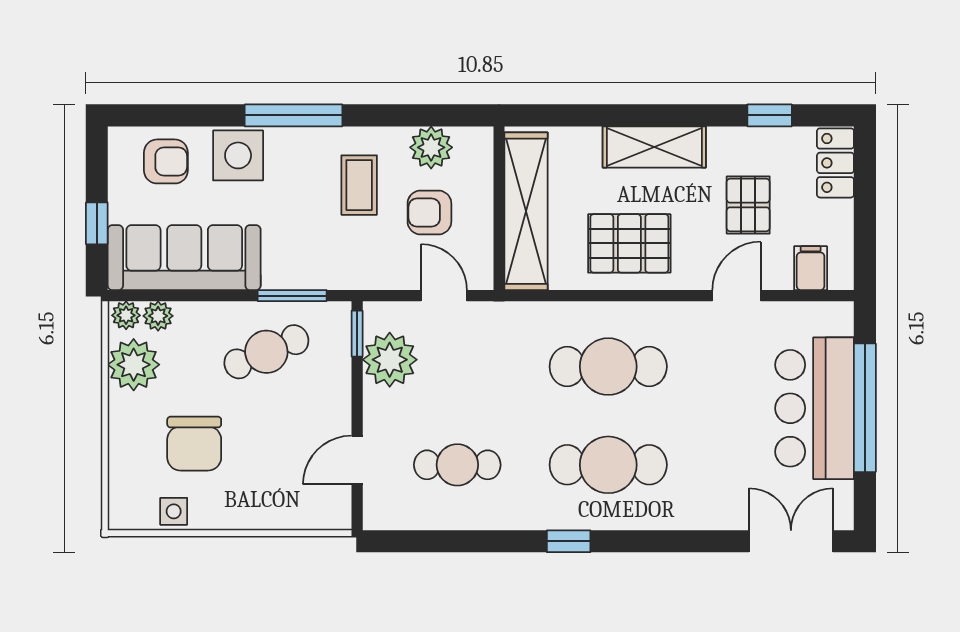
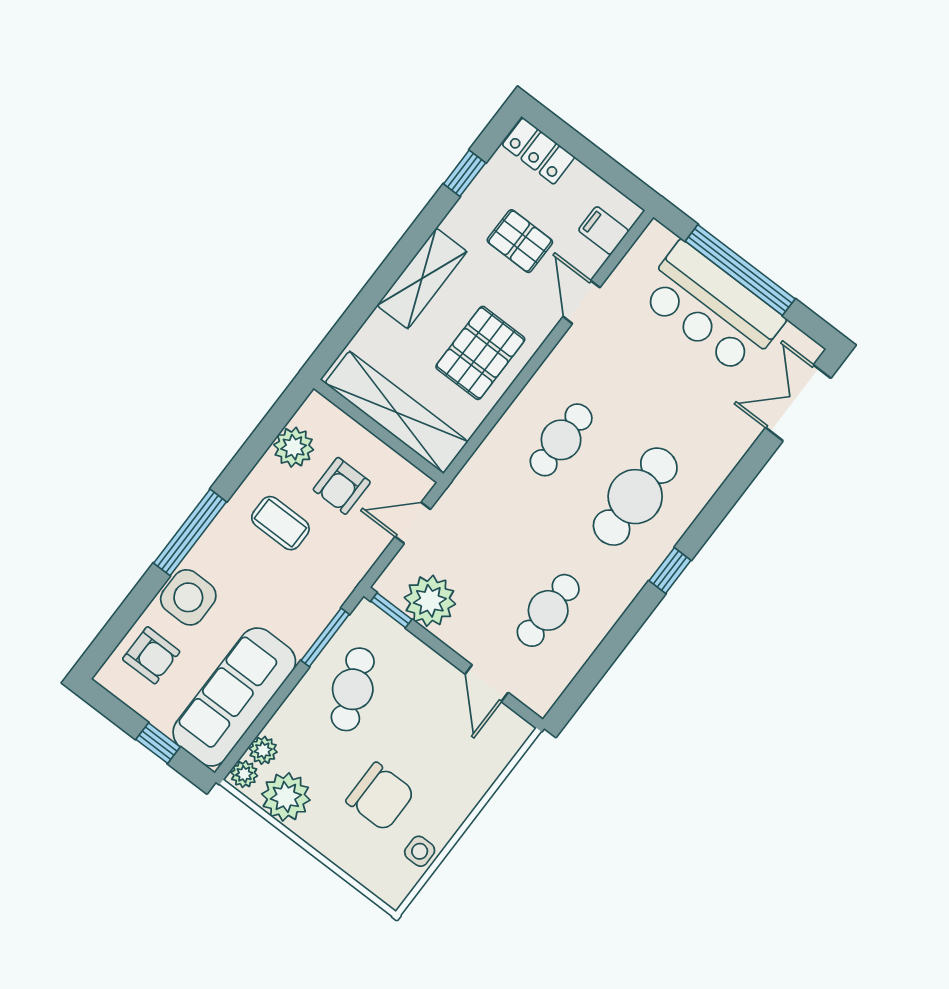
armchair: (166, 161) -> (151, 655), turned 90
cafe table: (608, 367) -> (561, 440), width x0.73, depth x0.74

